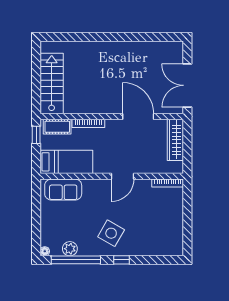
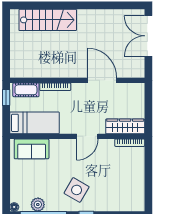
stairs: (52, 83) -> (48, 20), moved, turned 90
double door: (187, 85) -> (148, 36), moved
wardrobe: (175, 140) -> (125, 126), moved, turned 90

